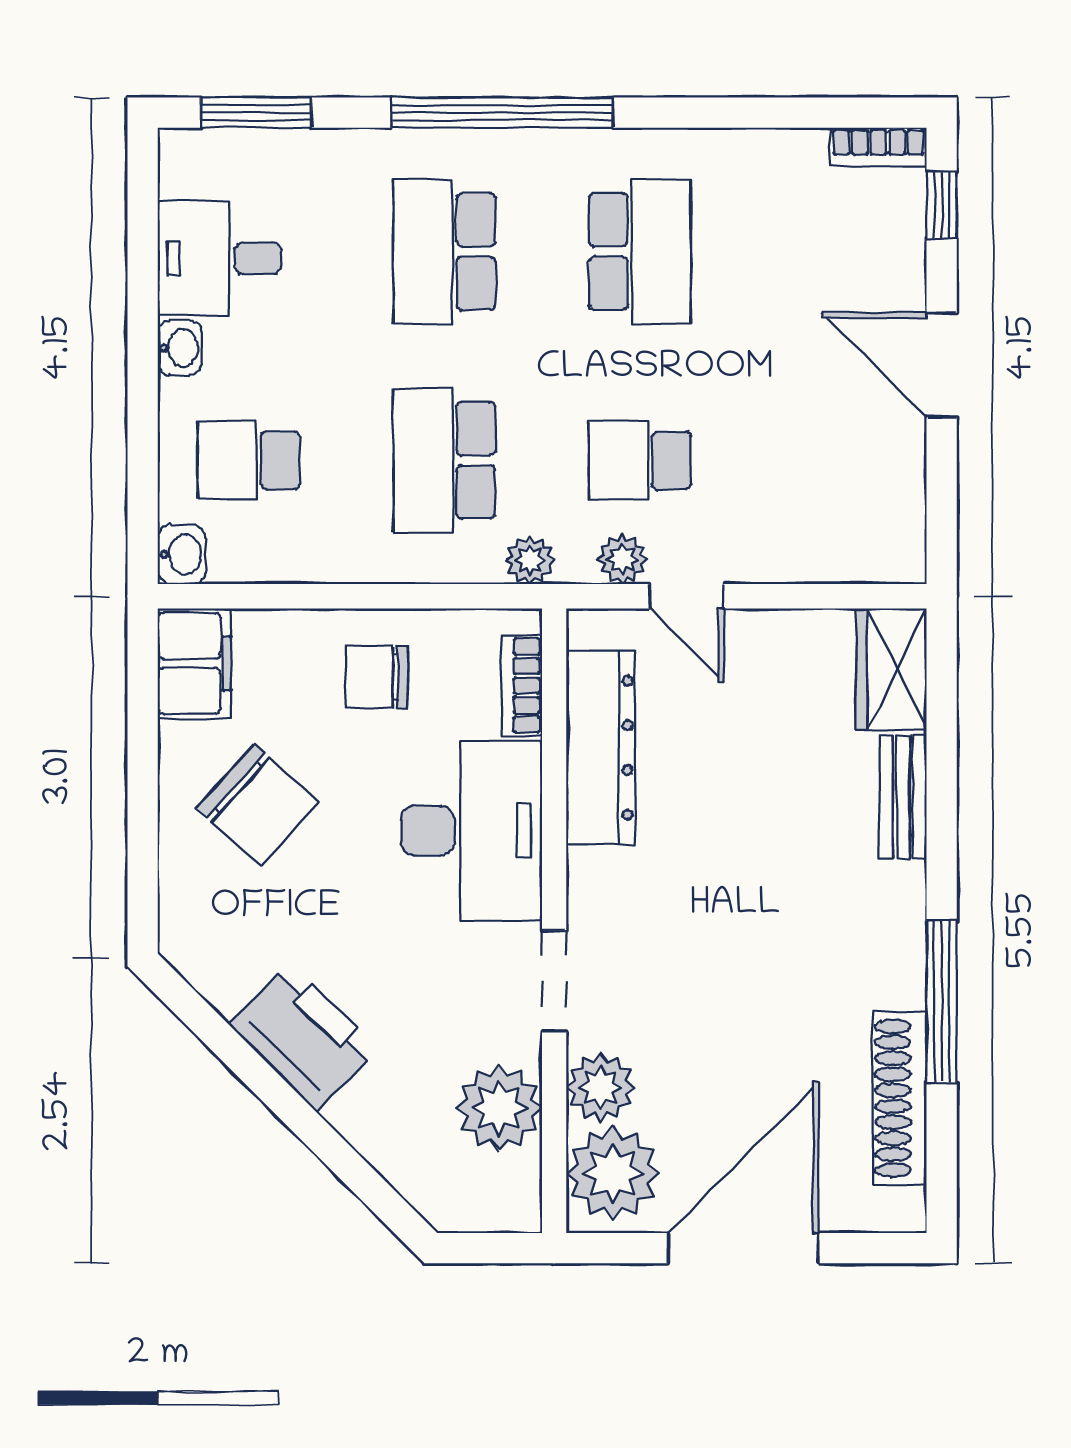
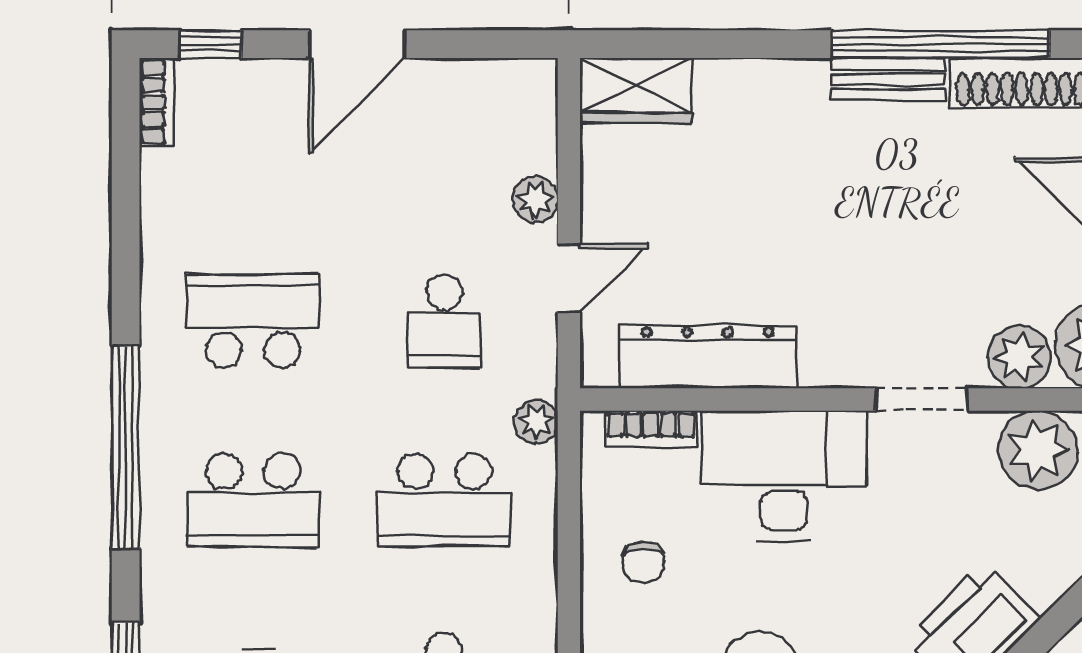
plant: (623, 559) -> (535, 200), moved
chair: (377, 677) -> (643, 562), width x0.73, depth x0.73
bench: (903, 797) -> (888, 80), moved
window: (942, 1002) -> (941, 44), width x1.46

